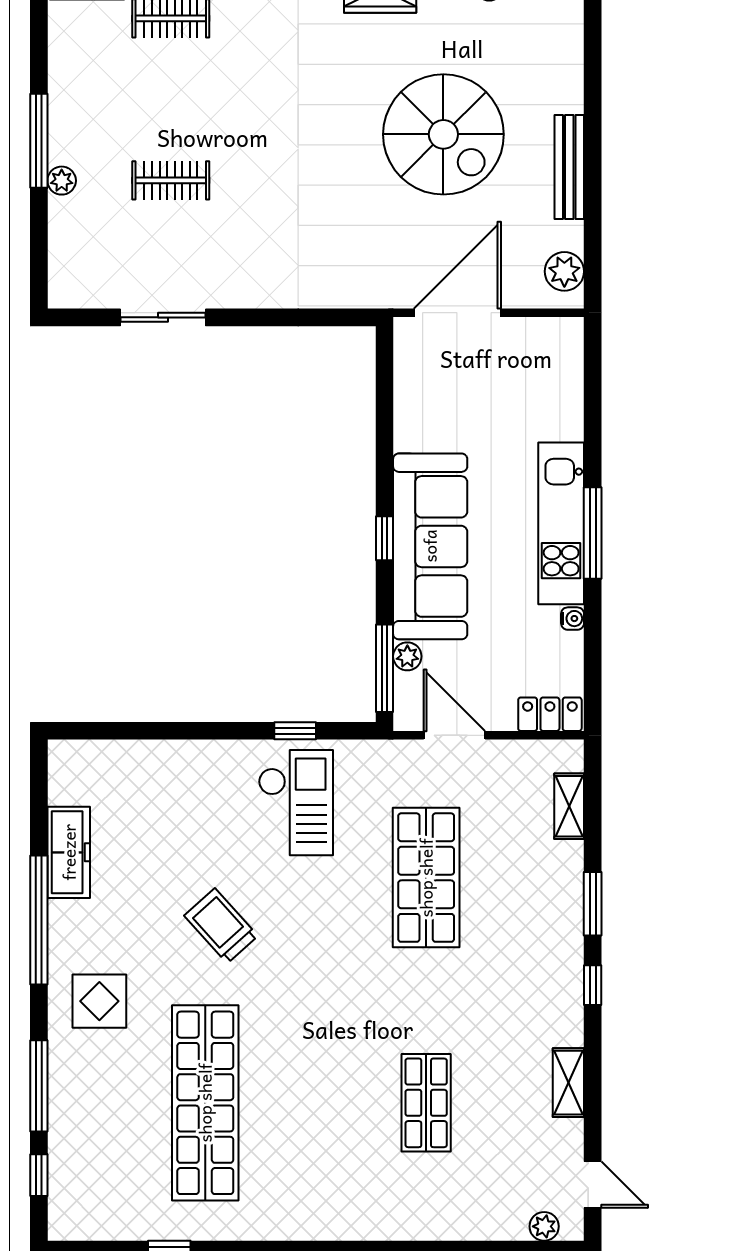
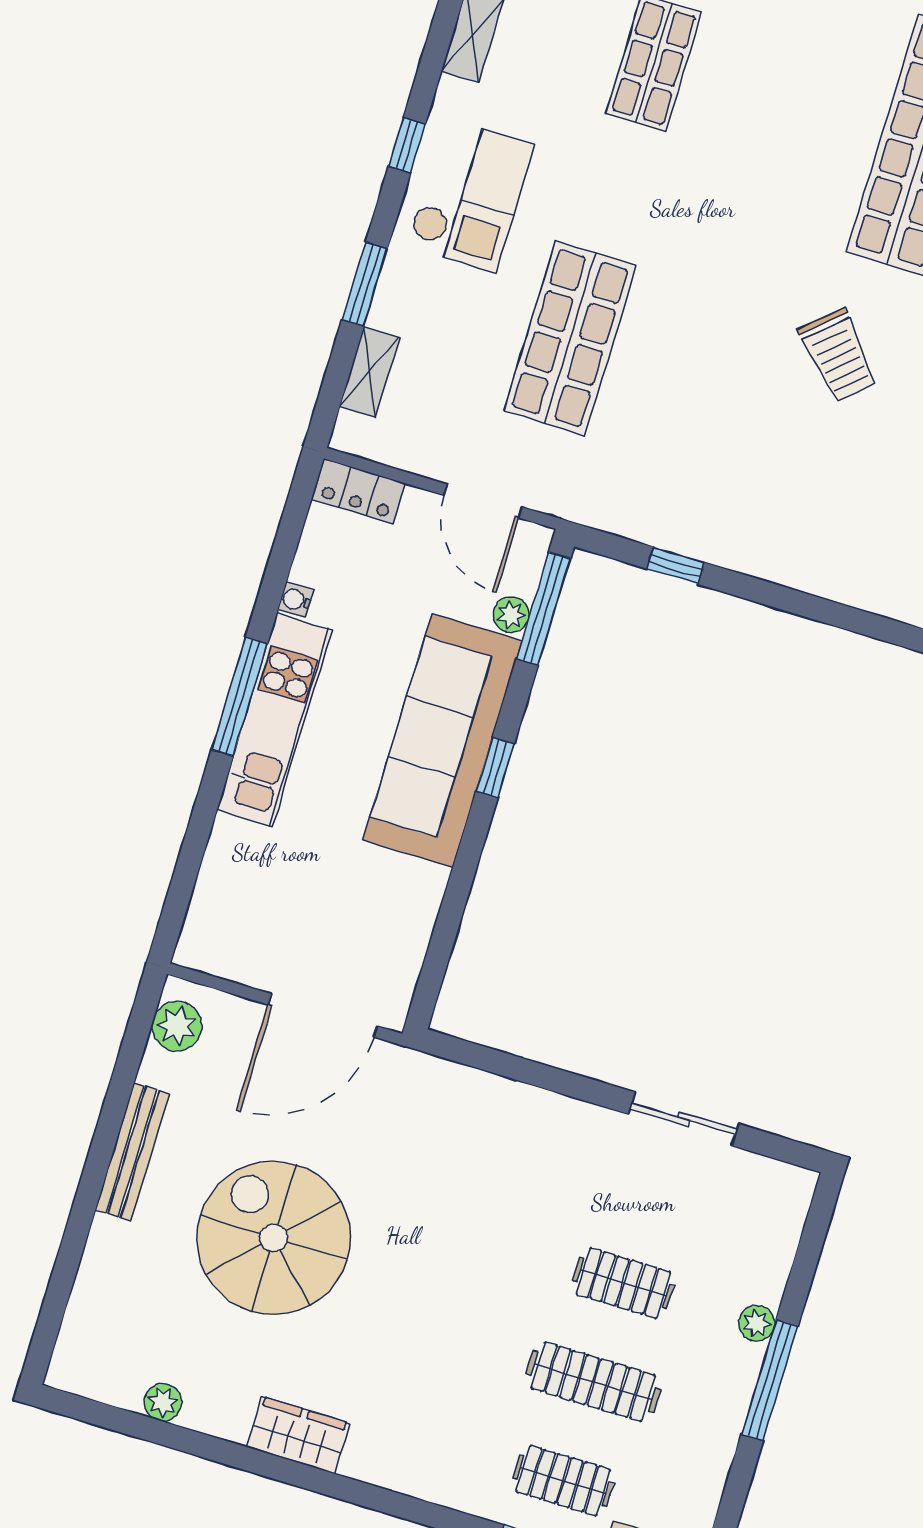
clothes rail: (171, 99) -> (593, 1382), added
checkout: (296, 803) -> (470, 195), moved, turned 180
window: (593, 904) -> (365, 284), moved

